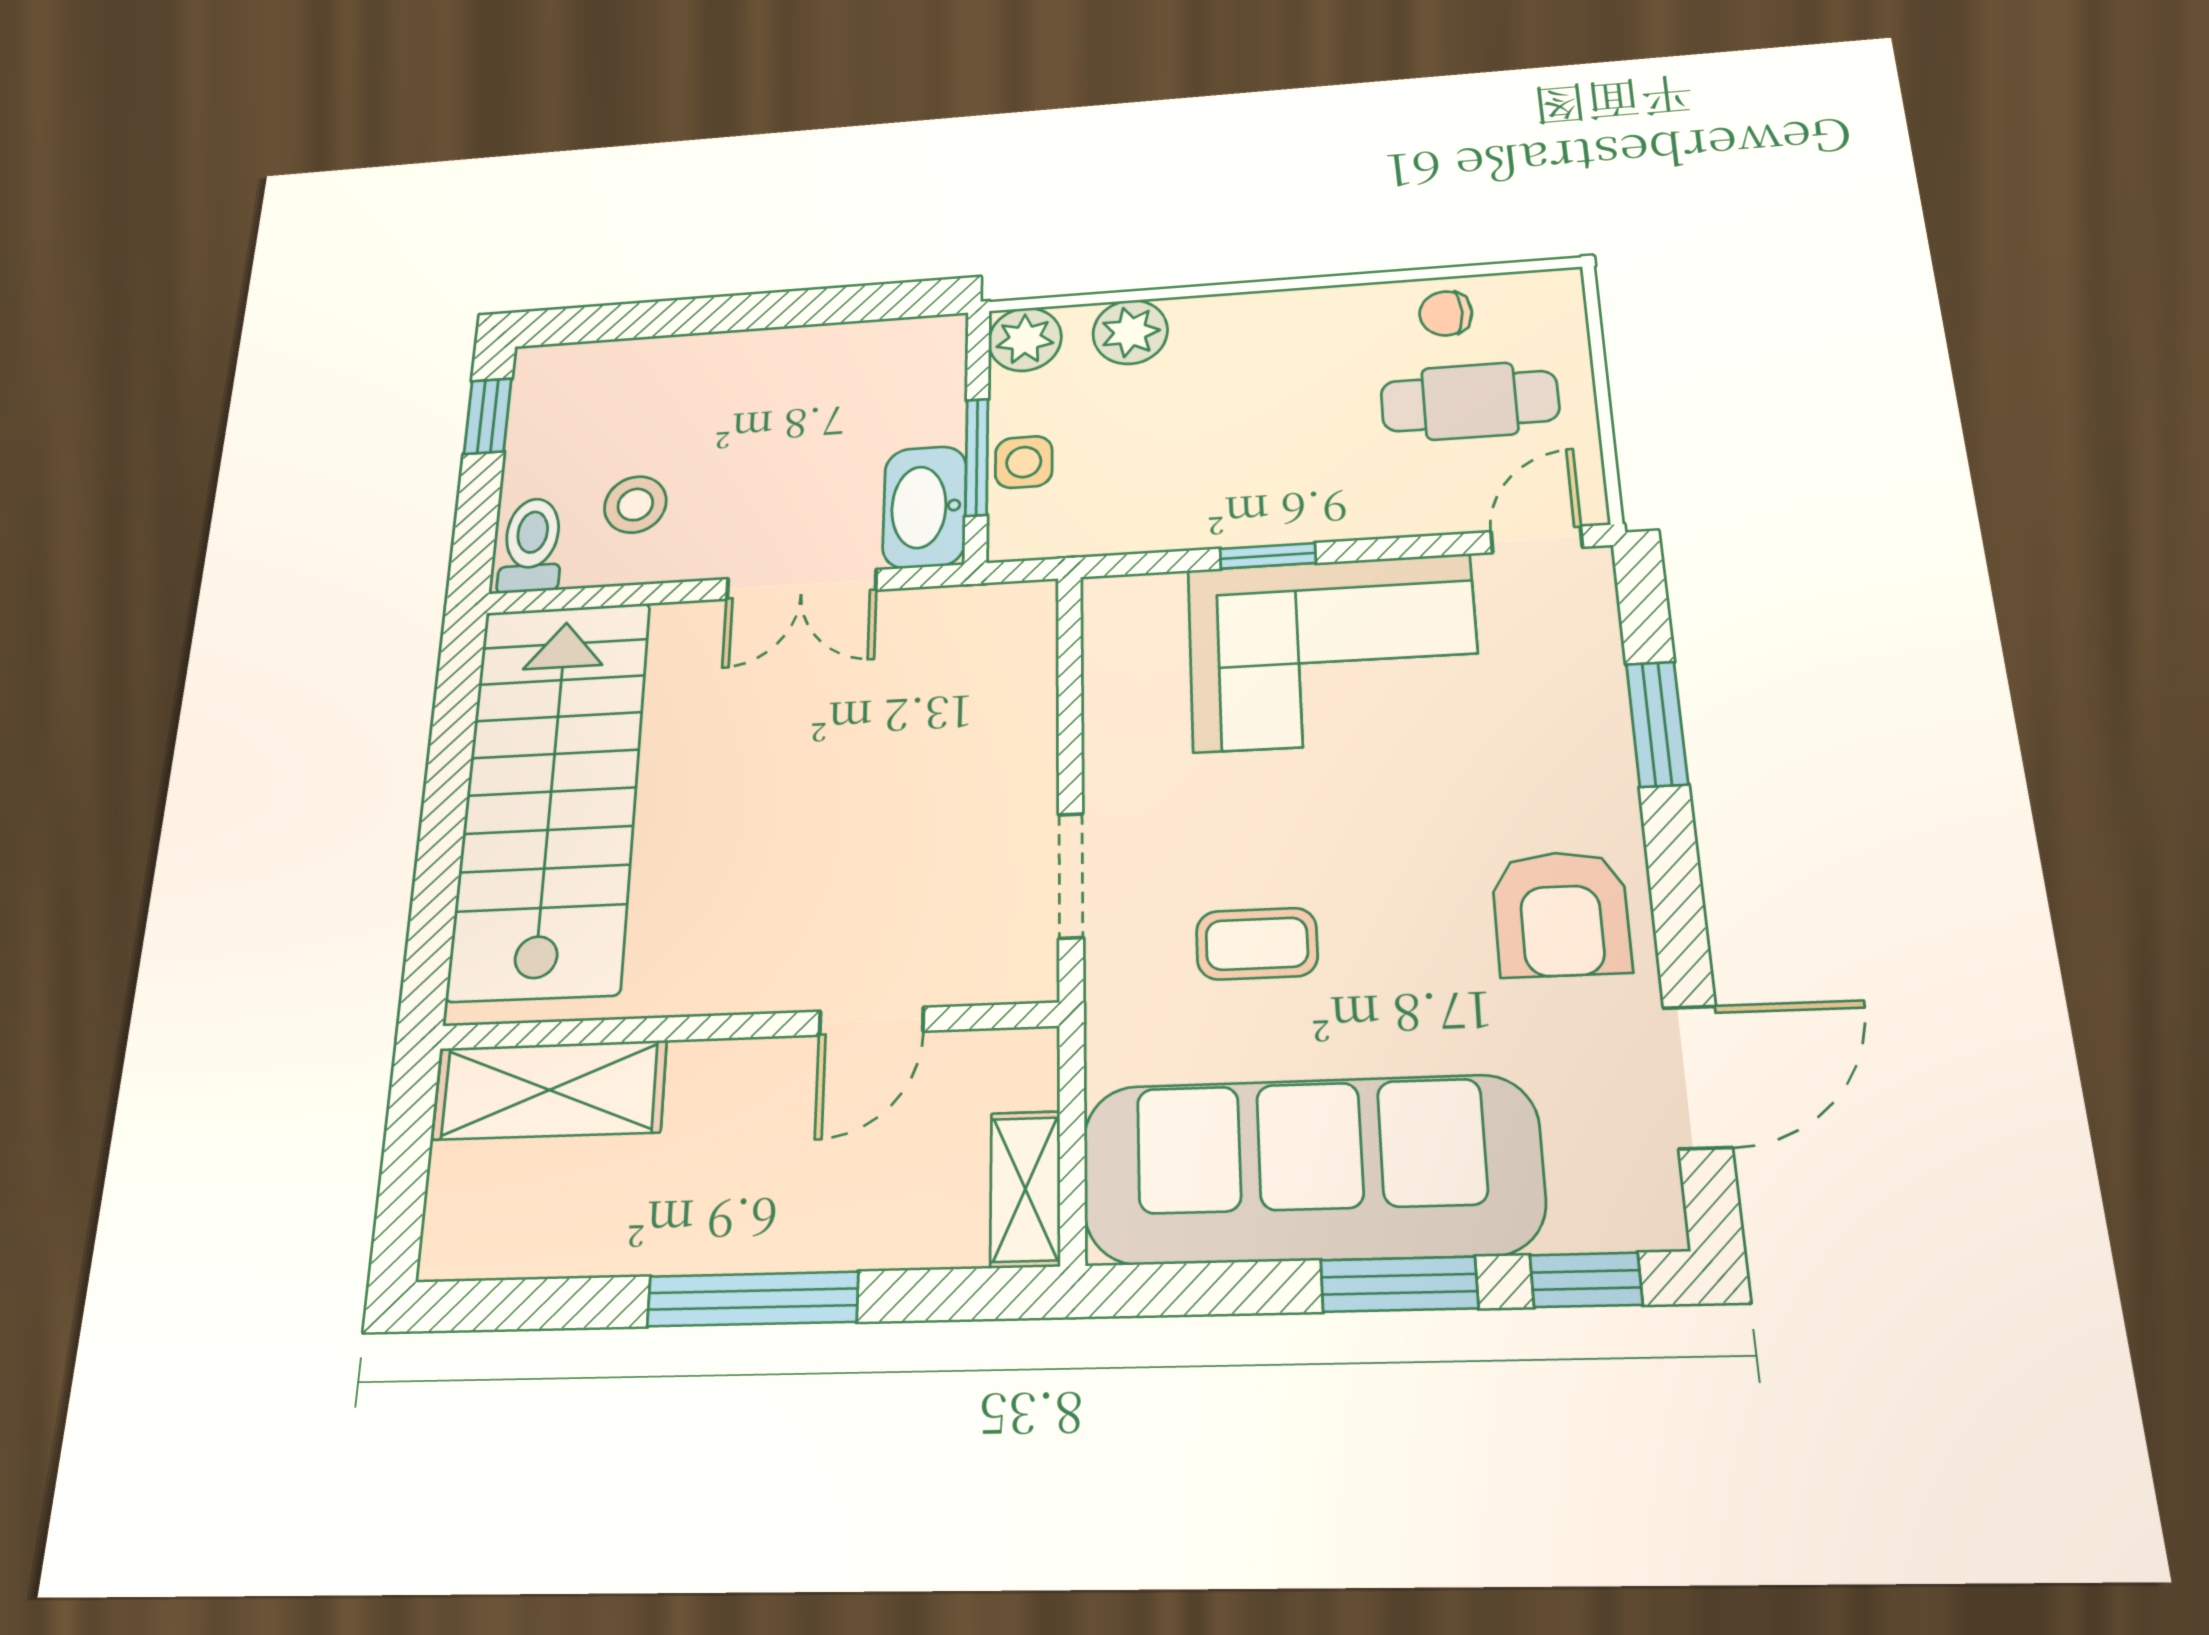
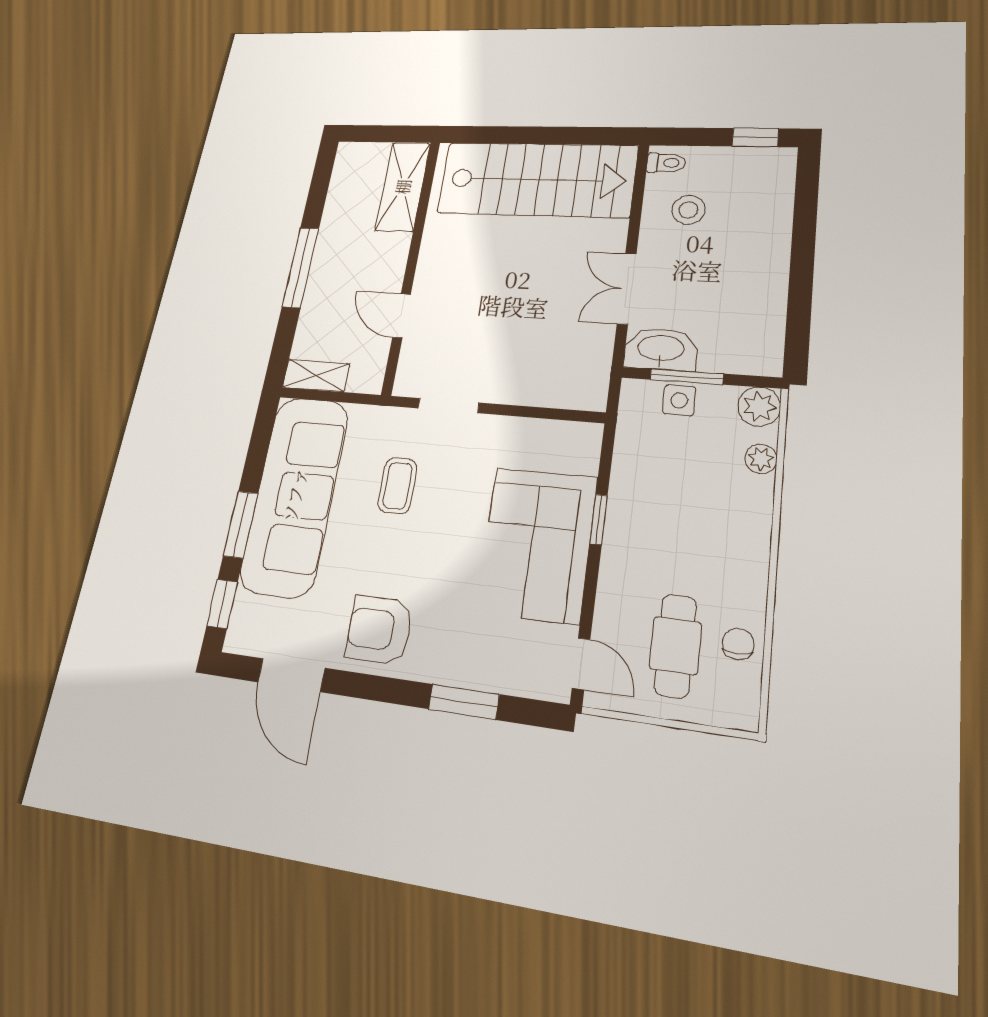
plant: (1130, 332) -> (761, 459), width x0.73, depth x0.73
toilet: (531, 545) -> (666, 163), width x0.73, depth x0.72

